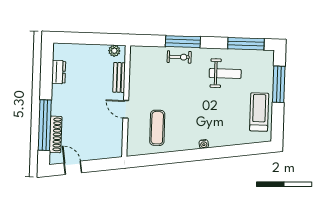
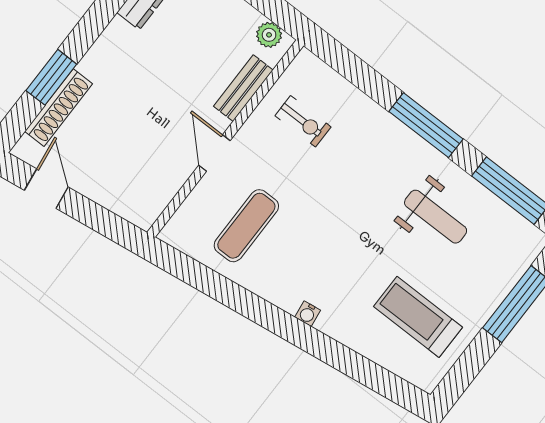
window: (183, 42) -> (426, 125), moved
exercise bike: (179, 57) -> (303, 121), moved
treadmill: (259, 112) -> (418, 317), moved, turned -90
window: (45, 125) -> (51, 77), width x0.47

